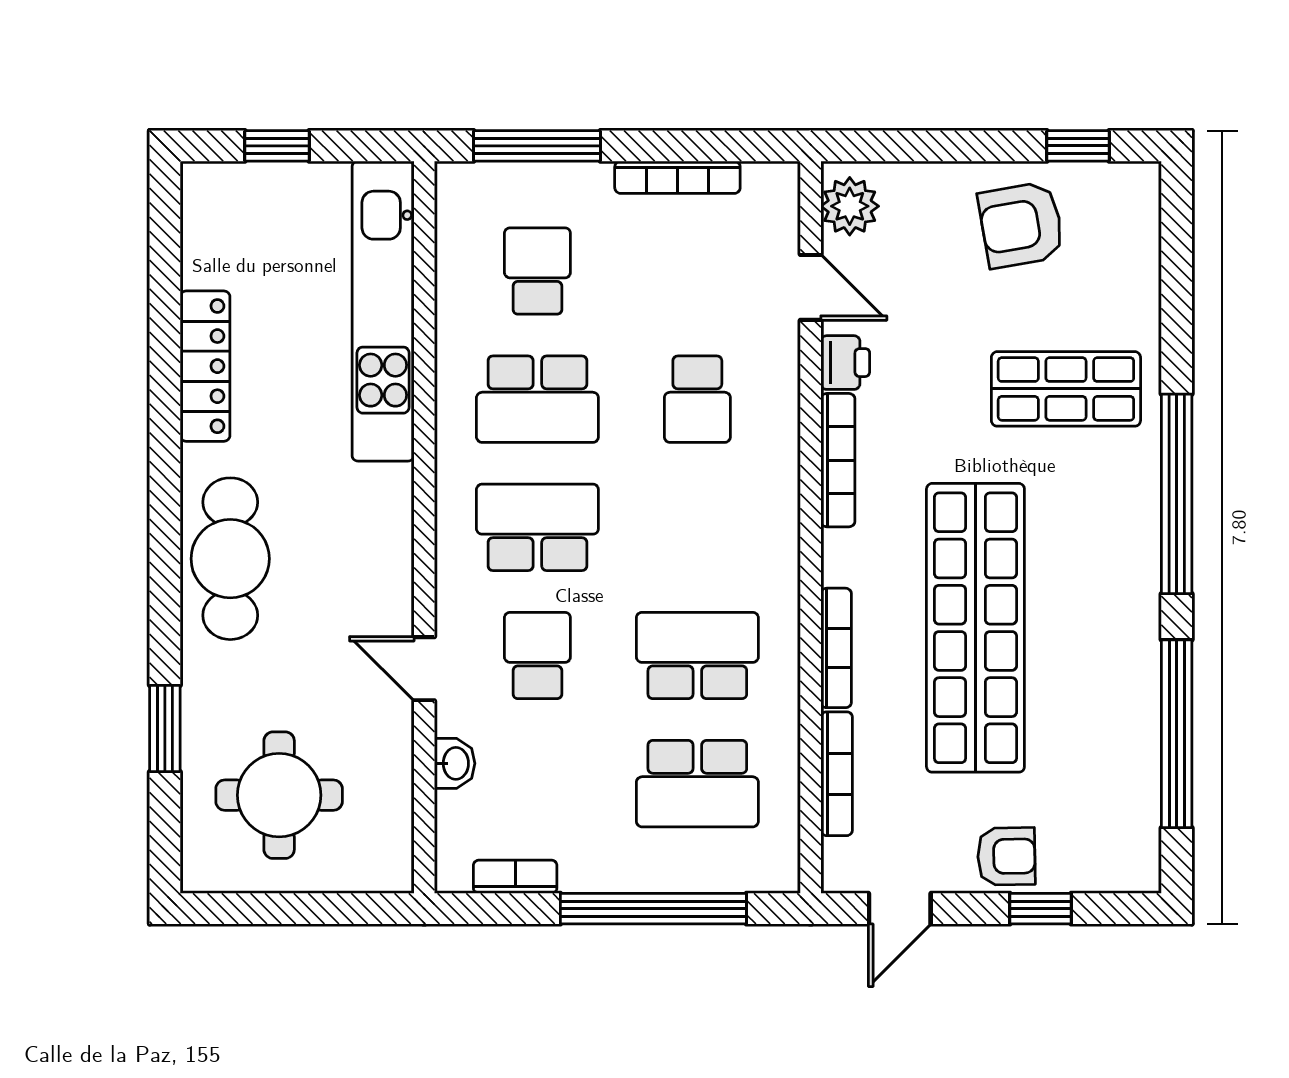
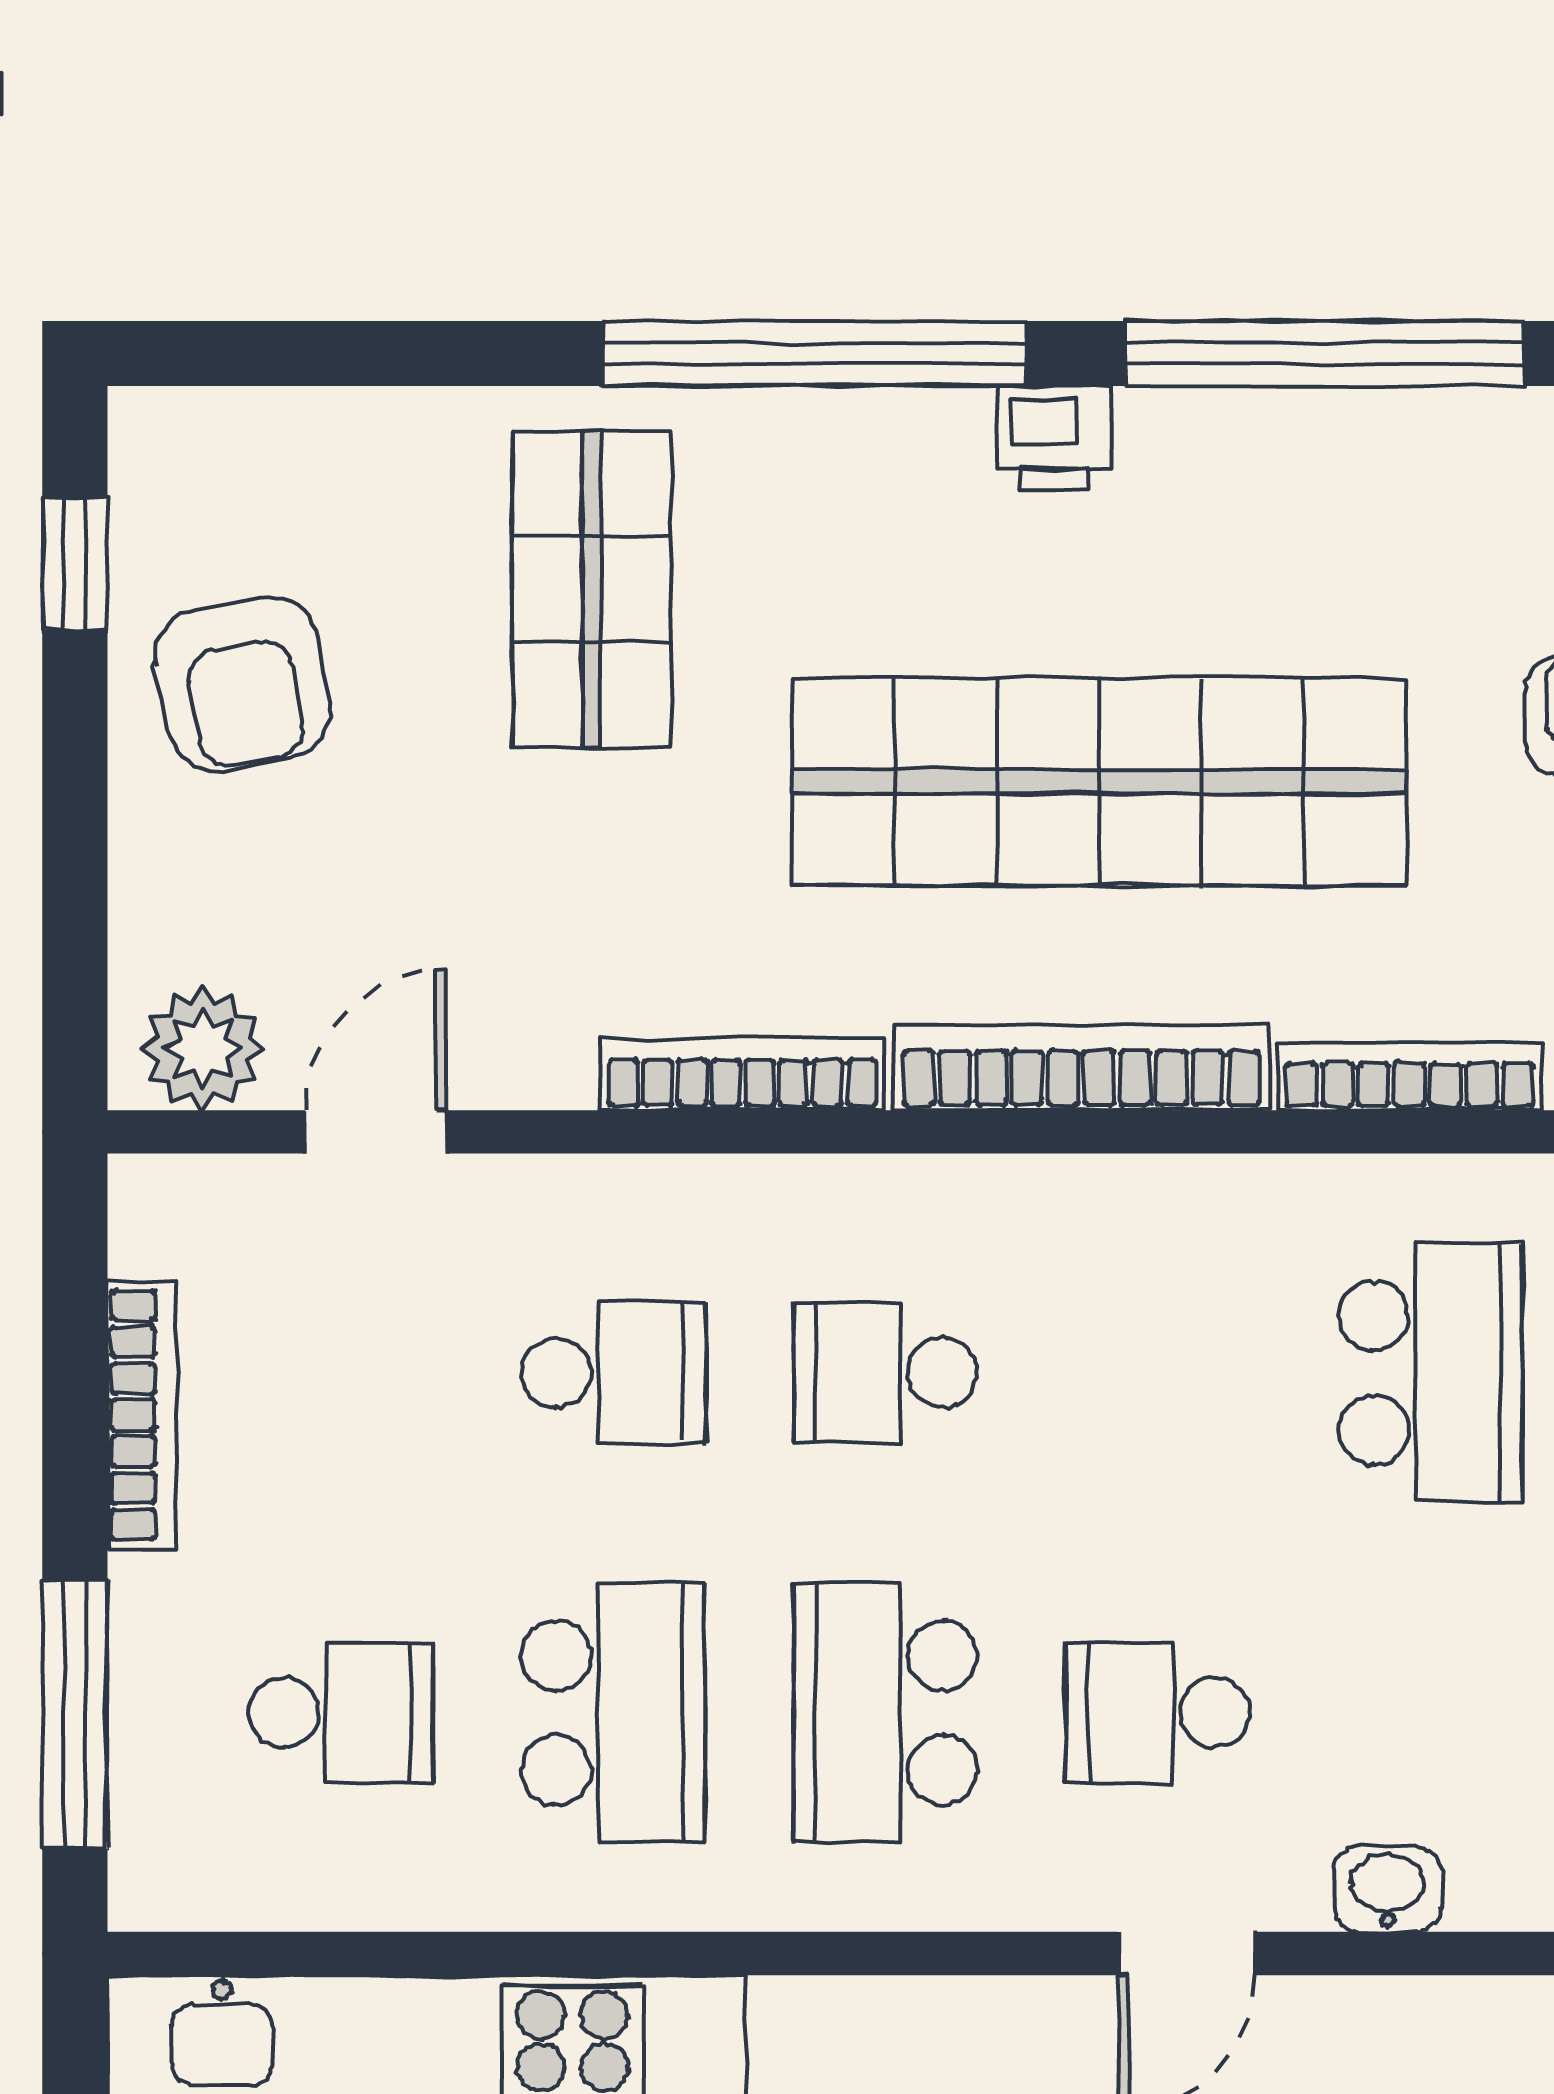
school desk: (537, 271) -> (341, 1713), turned 180
printer: (845, 363) -> (1054, 438), moved, turned 180
bookcase: (836, 648) -> (1081, 1068), width x1.48, depth x1.31
school desk: (697, 655) -> (886, 1373), moved, width x0.54

